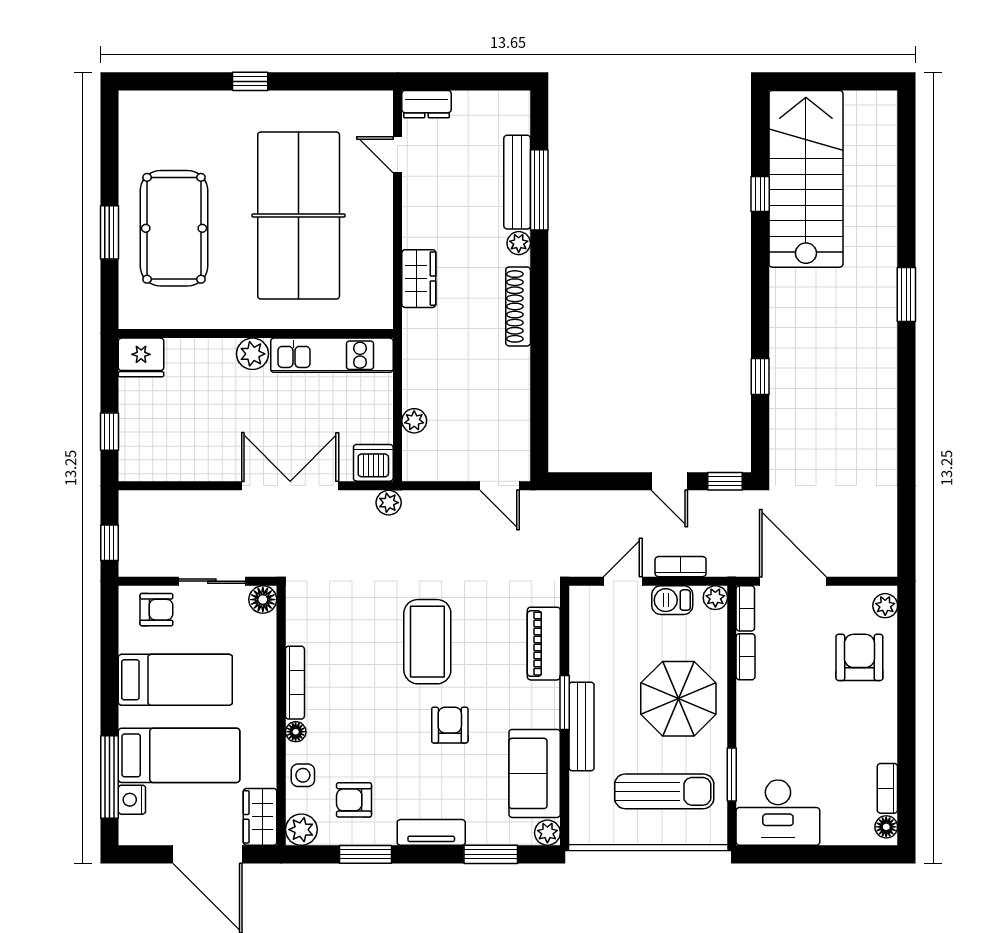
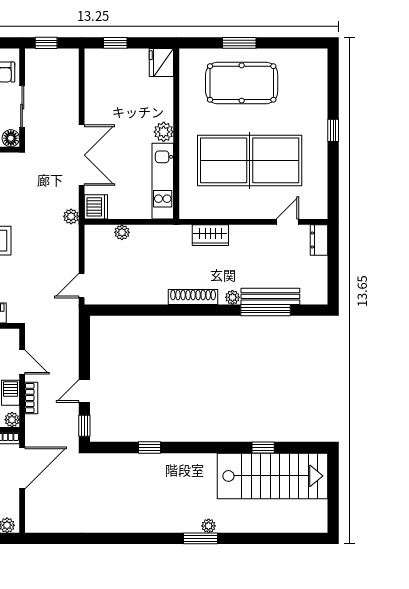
plant: (886, 282) -> (209, 526), added

